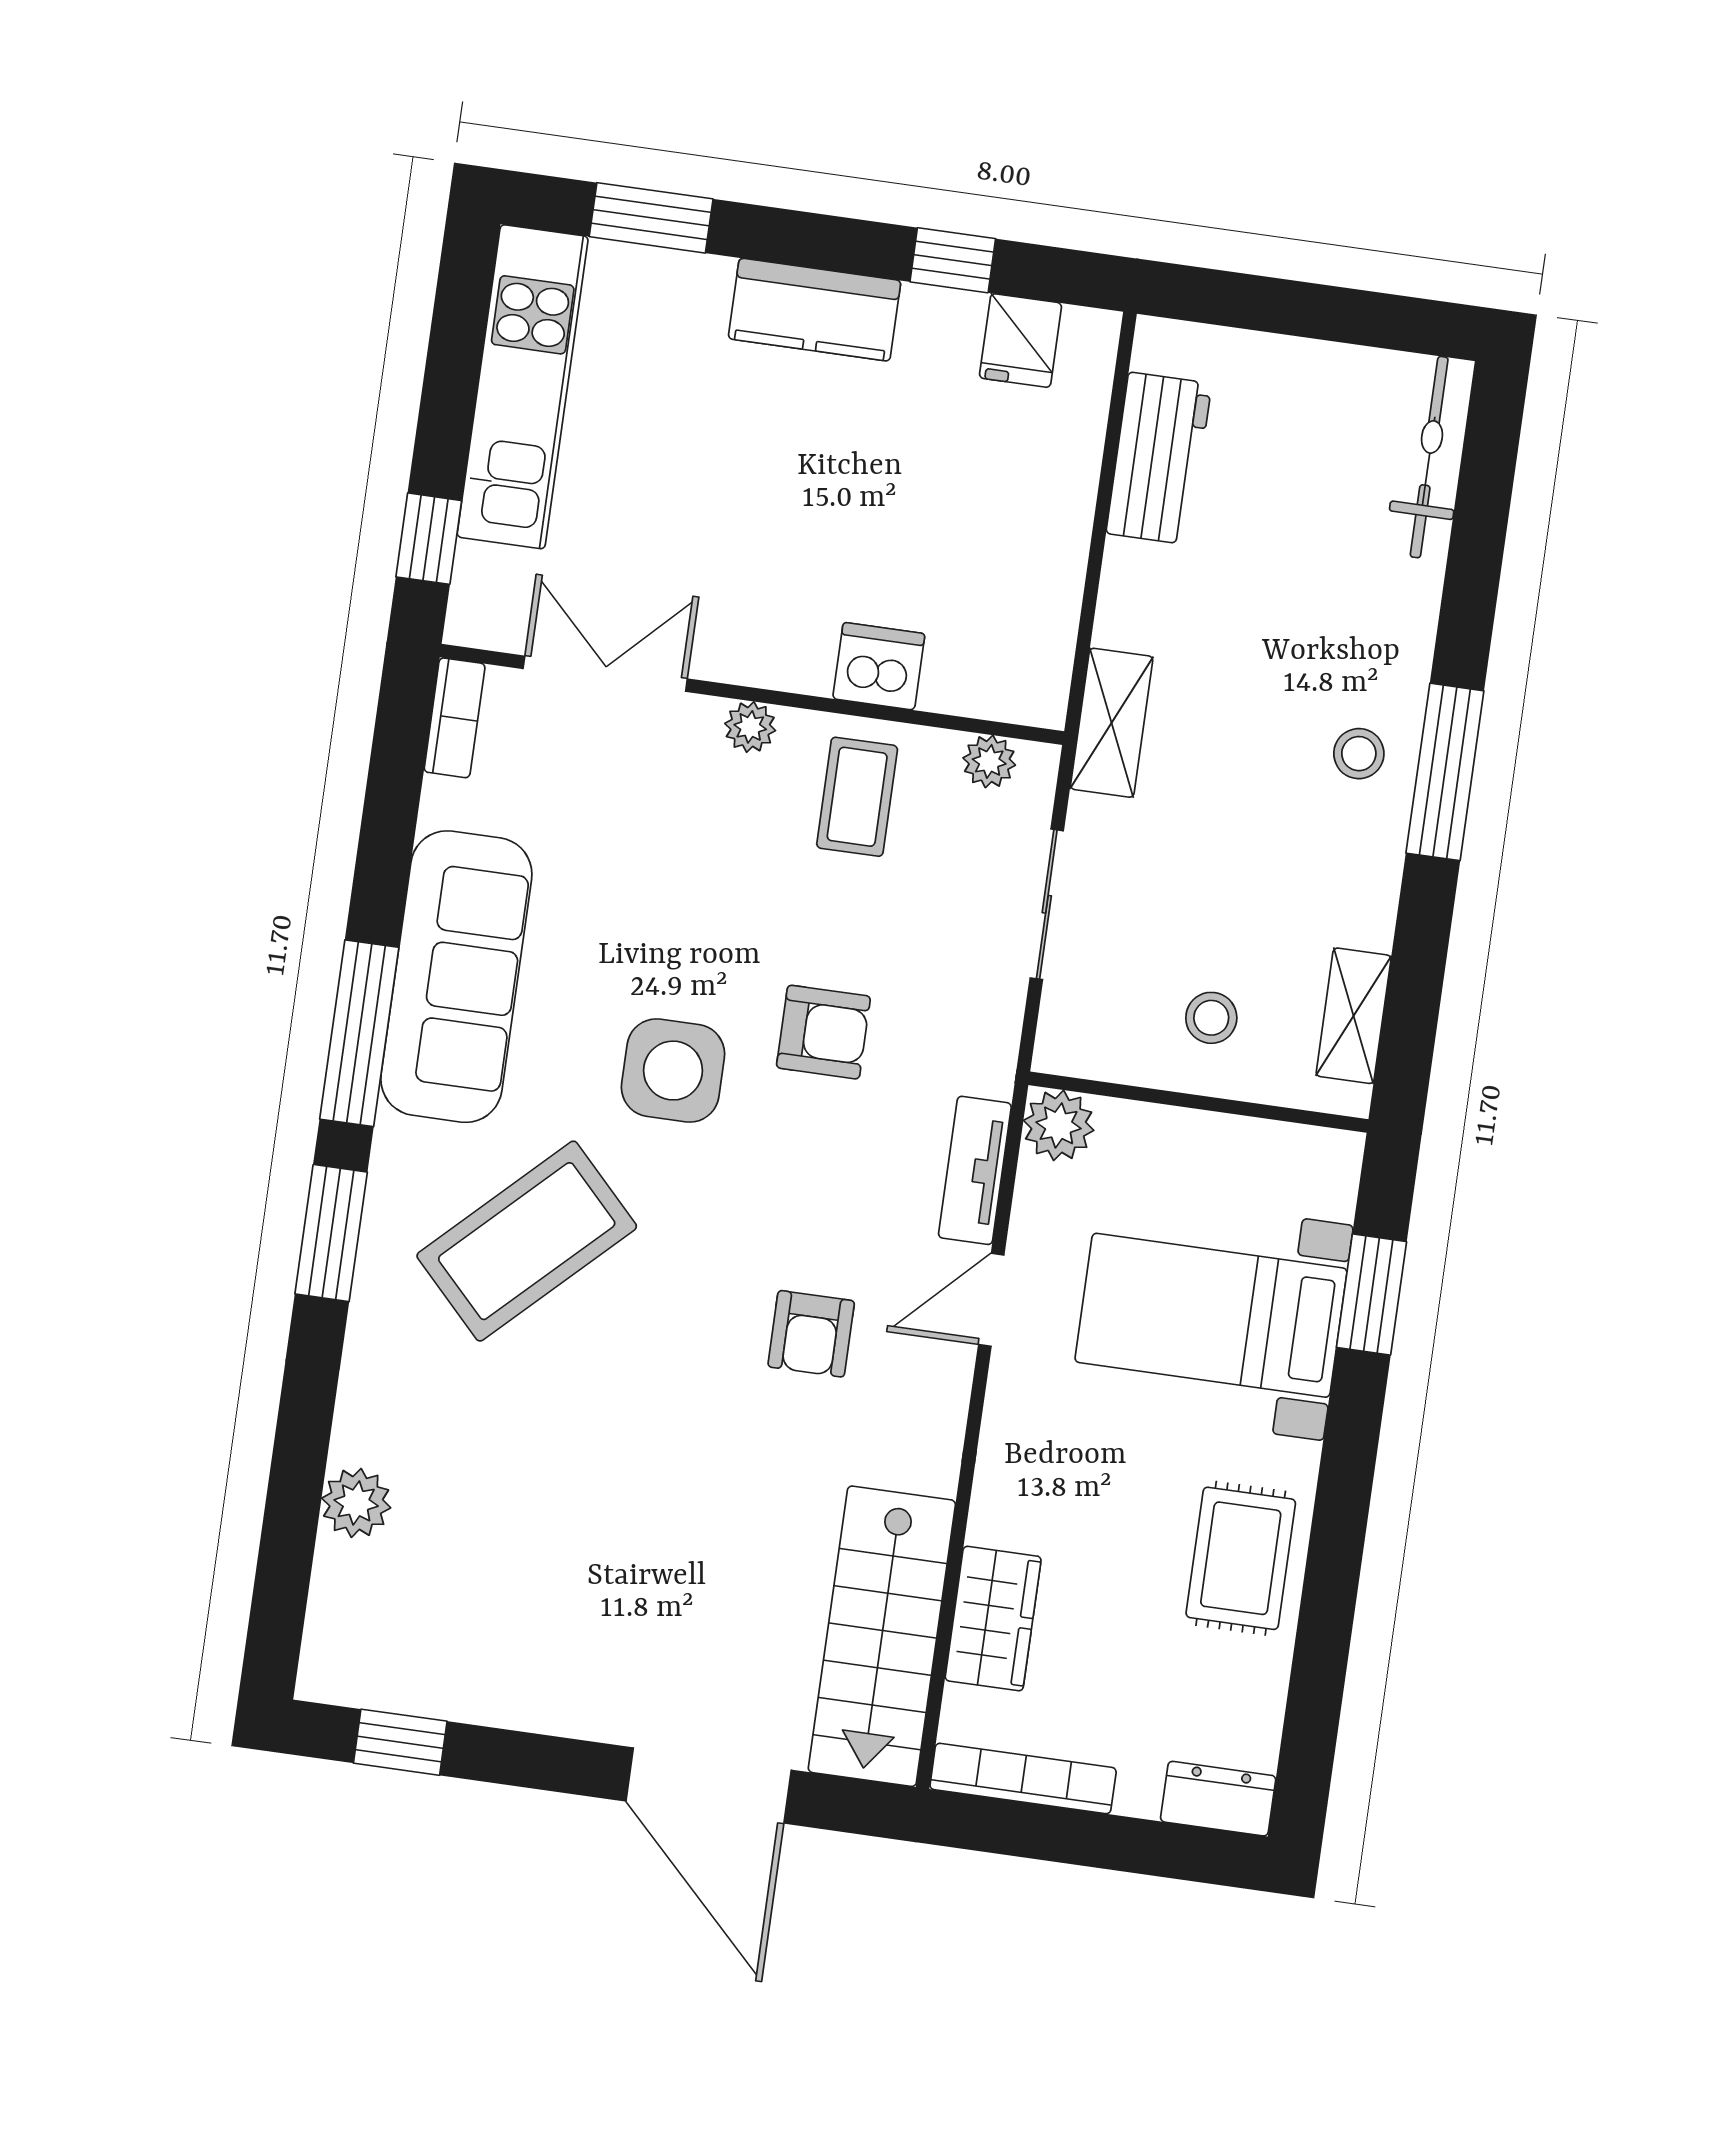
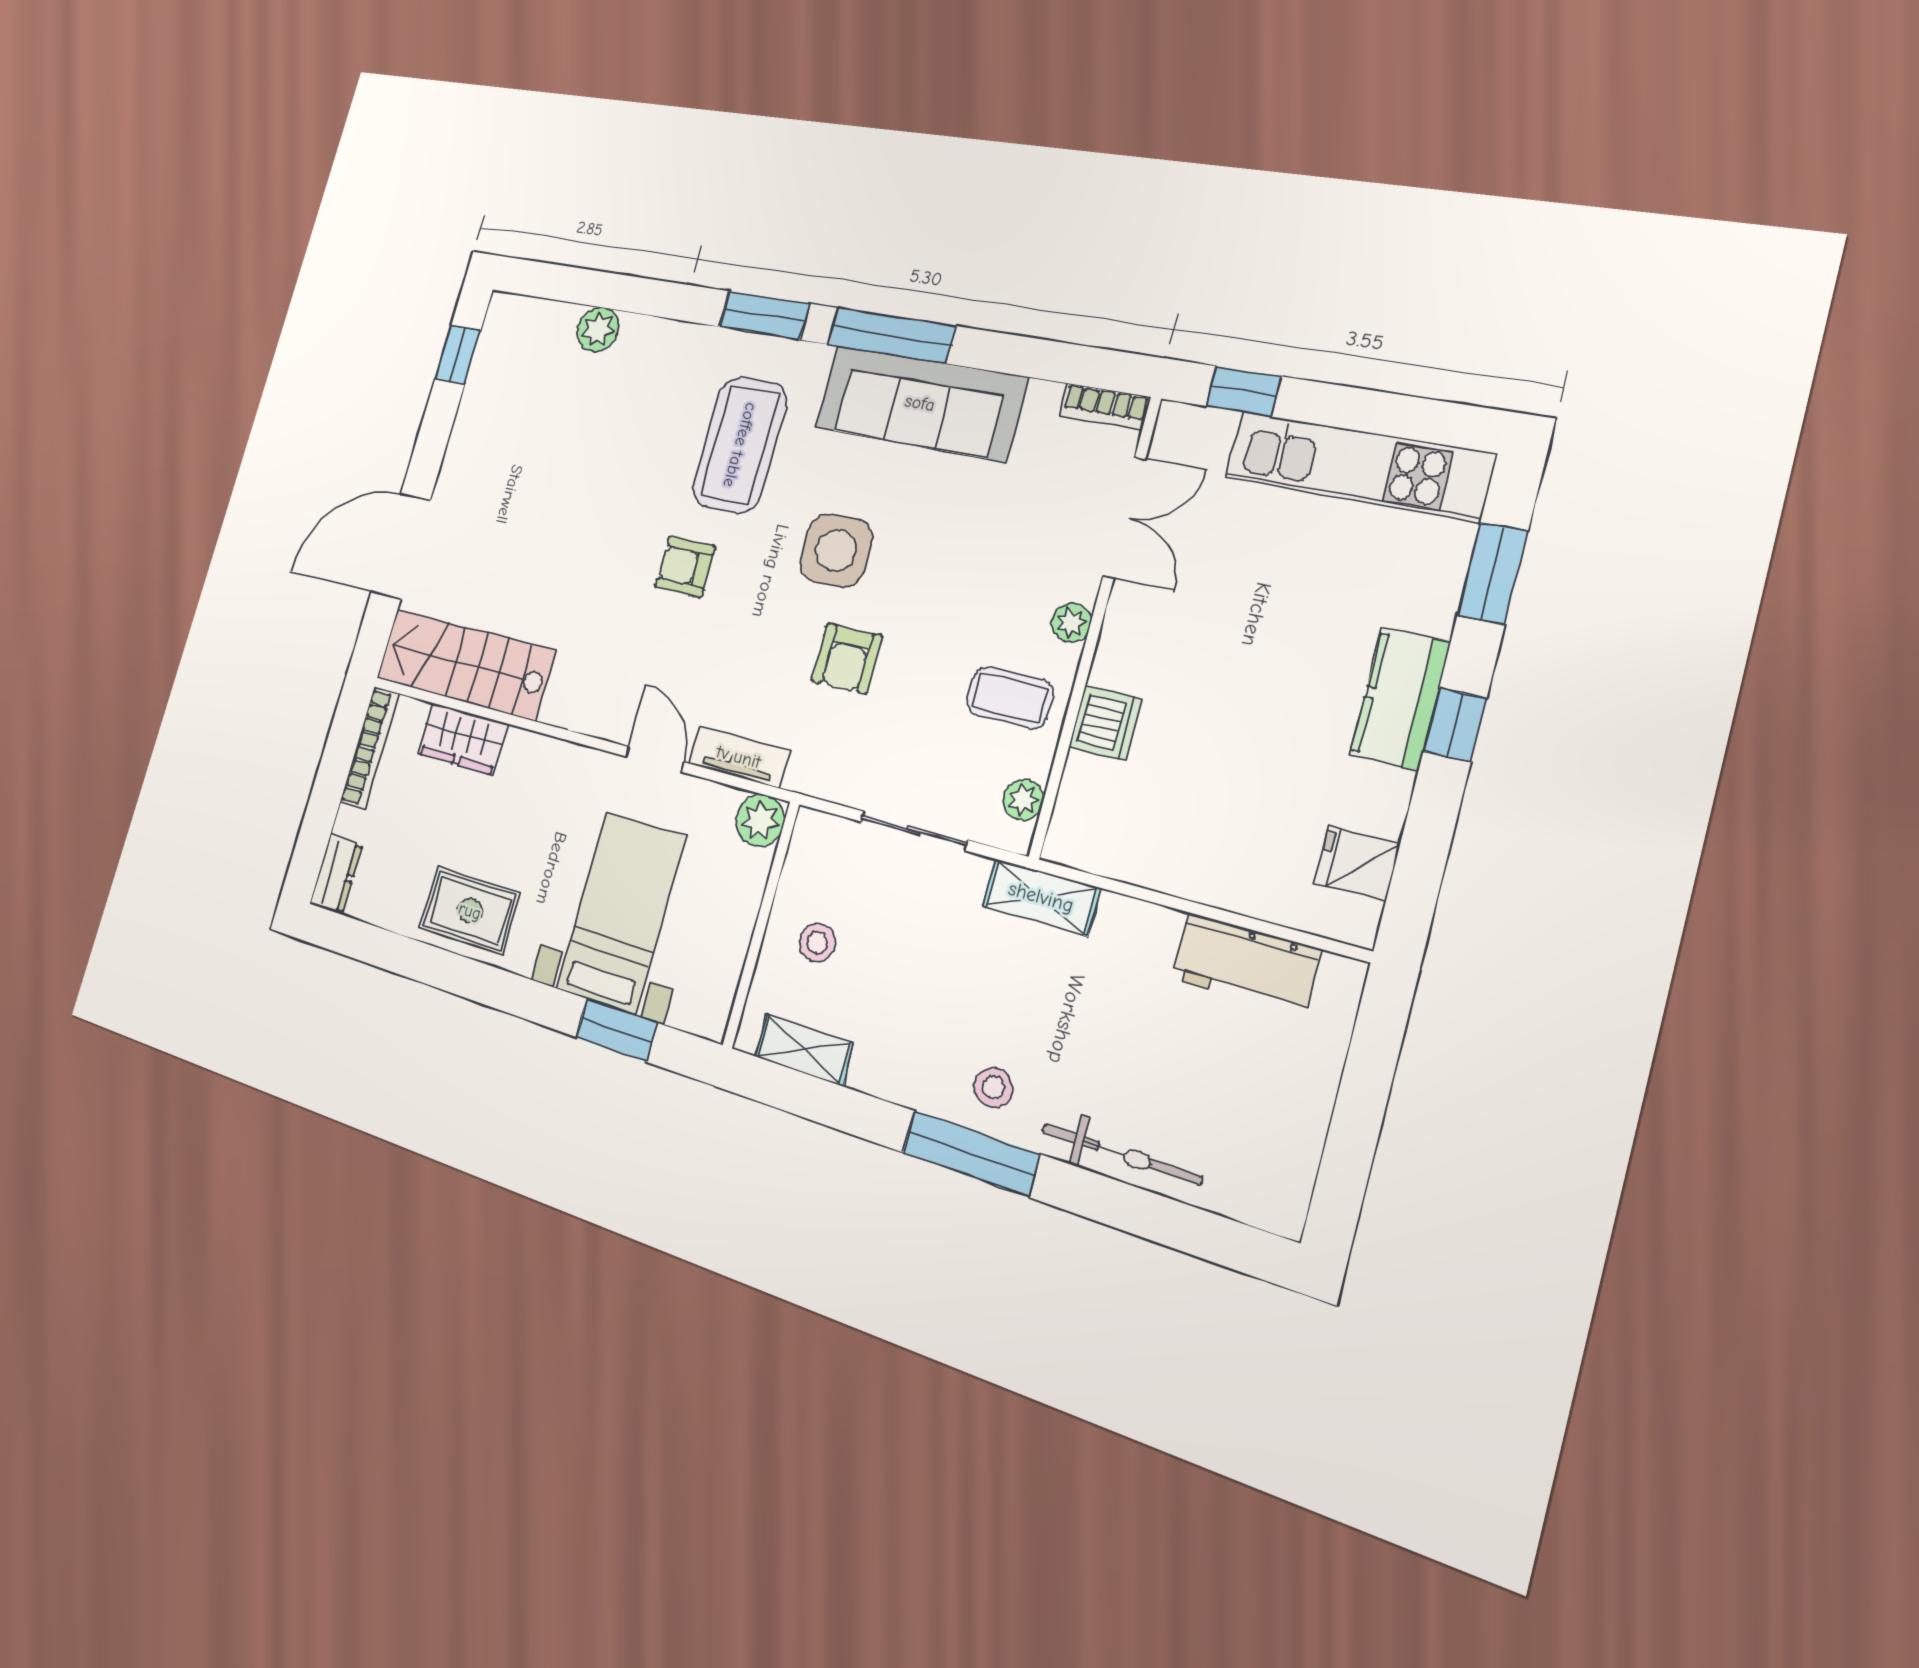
window: (953, 260) -> (1455, 725), moved
bicycle: (1429, 457) -> (1121, 1154), moved
coffee table: (527, 1241) -> (740, 445), turned 44
armchair: (811, 1334) -> (685, 567), moved

